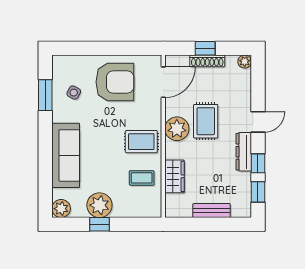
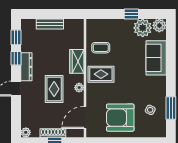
plant: (177, 129) -> (79, 88), width x0.53, depth x0.53
sofa: (66, 155) -> (156, 58), width x0.73
wardrobe: (174, 176) -> (77, 61), moved
plant: (99, 205) -> (143, 28), moved

